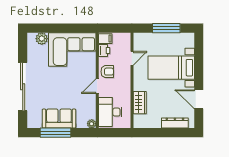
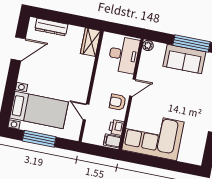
plant: (42, 39) -> (186, 155), removed
door: (132, 58) -> (86, 112), hinge flipped
bed with nightstands: (171, 68) -> (39, 110), moved
door: (199, 99) -> (18, 49), hinge flipped
wardrobe: (140, 103) -> (91, 42), moved

